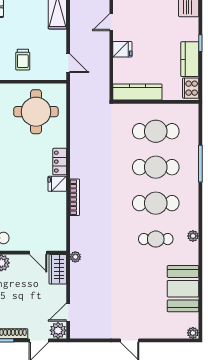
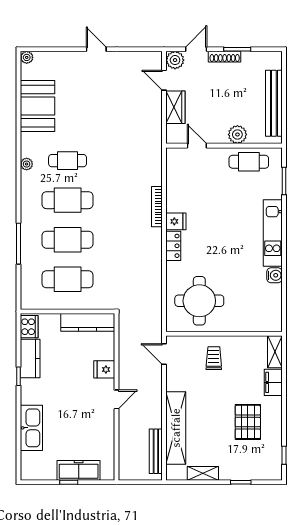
plant: (75, 257) -> (156, 141), removed
wardrobe: (58, 269) -> (175, 107), moved
door: (68, 312) -> (164, 80), swing flipped

